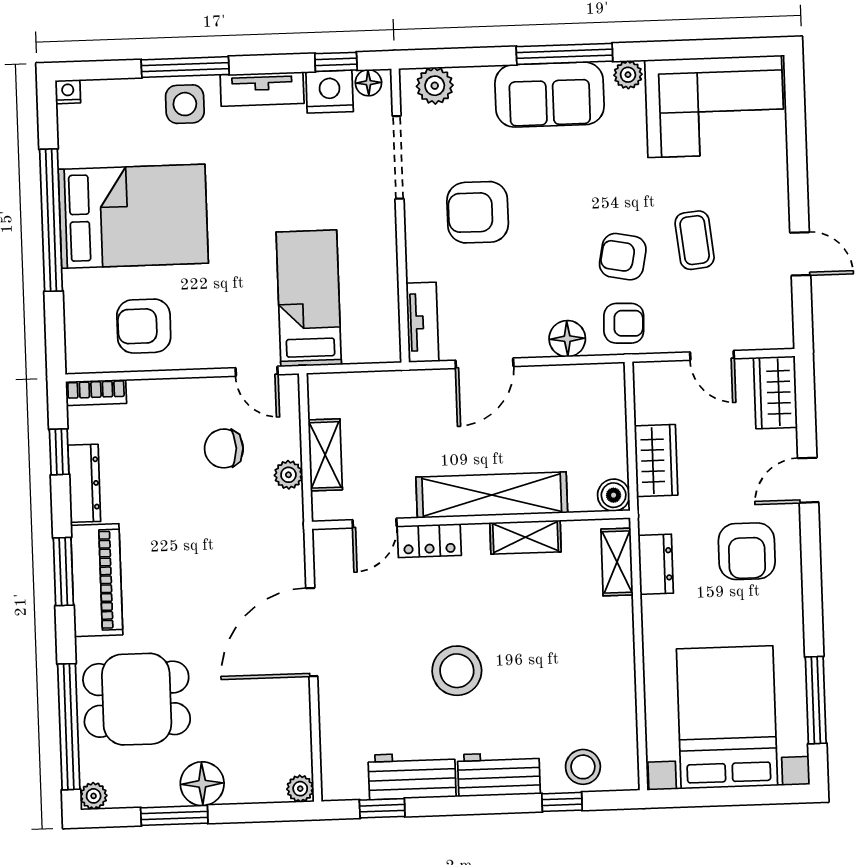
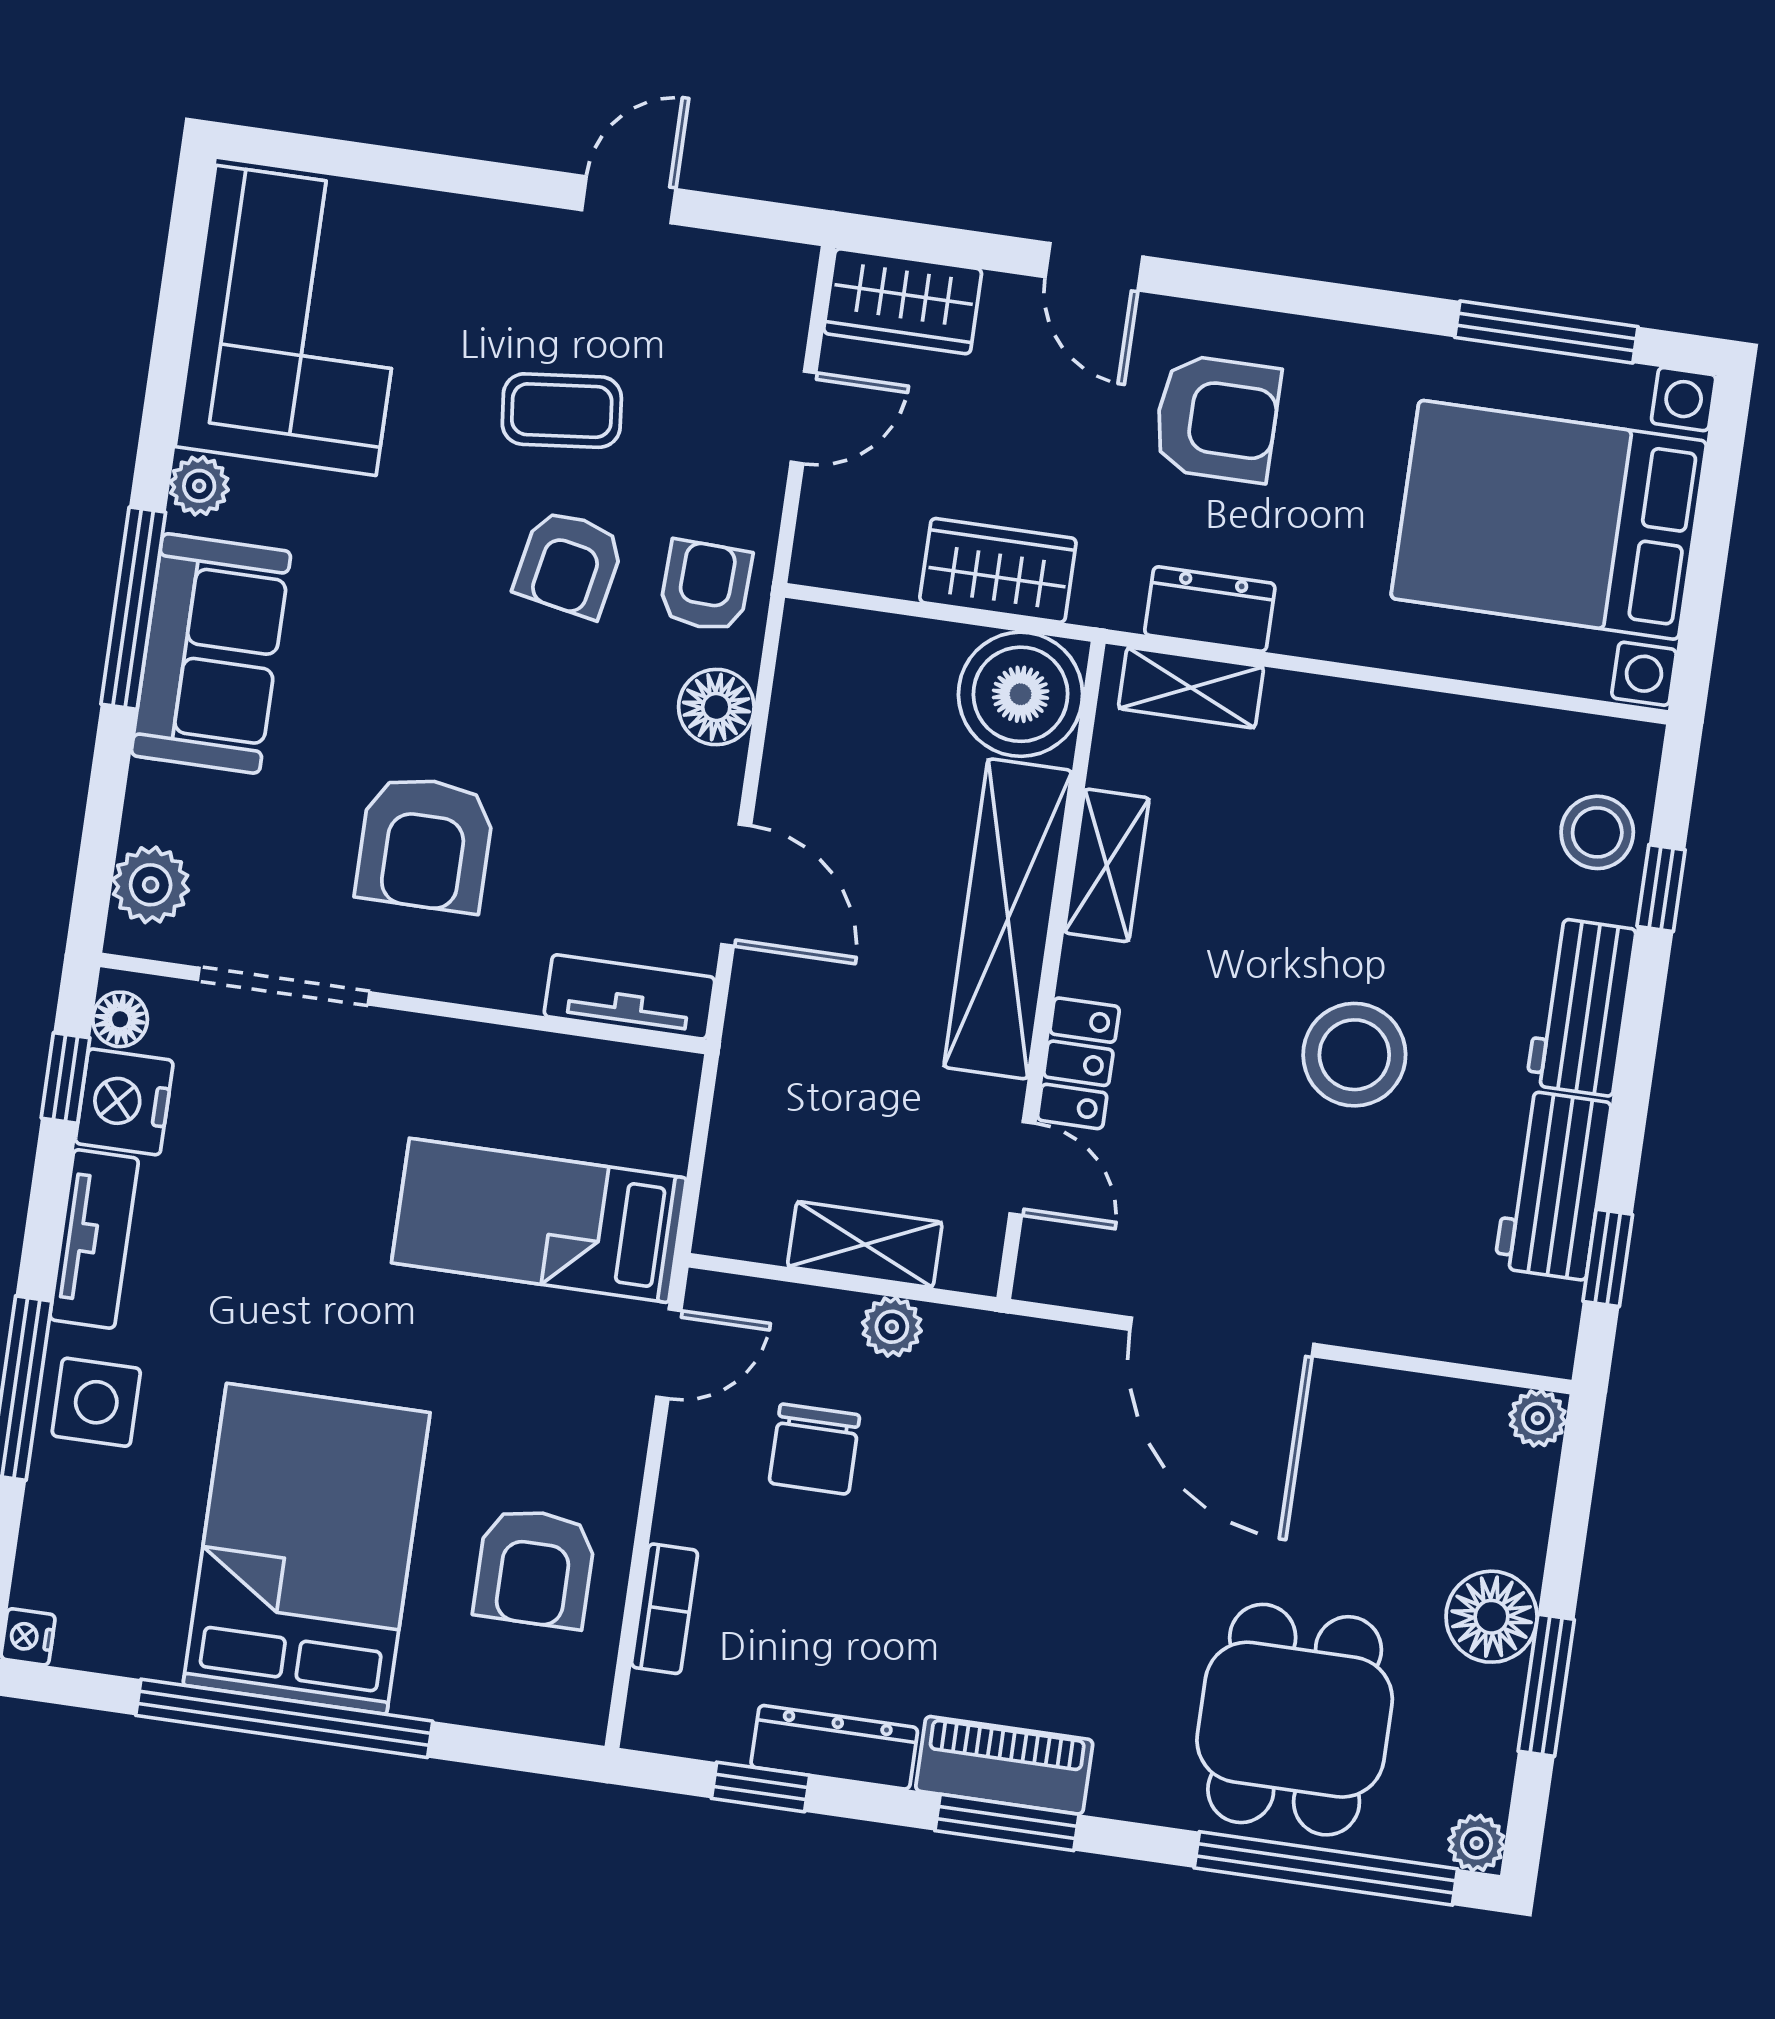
bookcase: (96, 392) -> (665, 1609), moved
boiler: (614, 495) -> (1021, 694), width x1.86, depth x1.86
piano: (97, 580) -> (1004, 1765), width x0.73, depth x0.75

